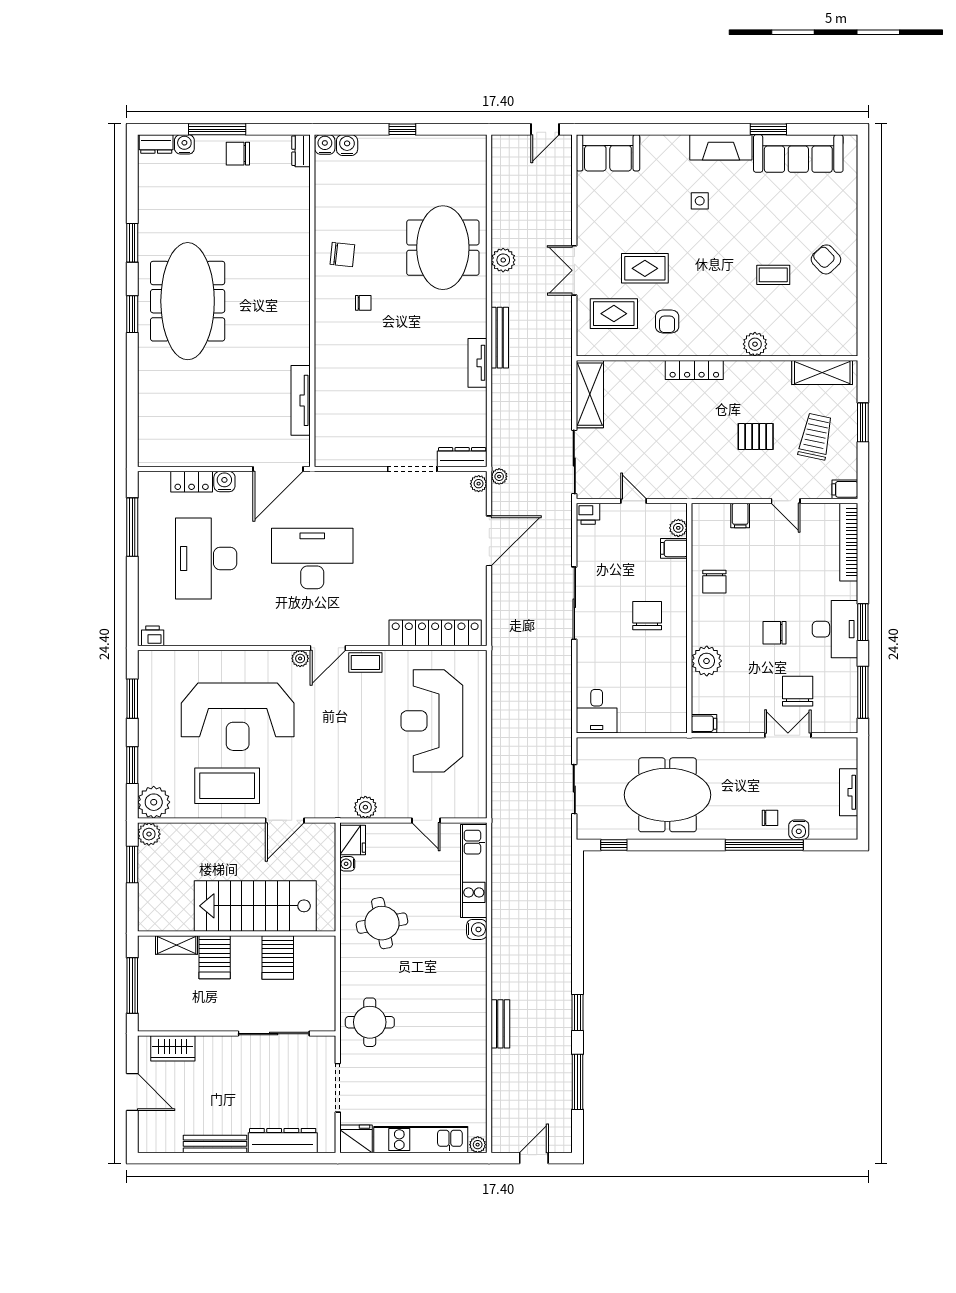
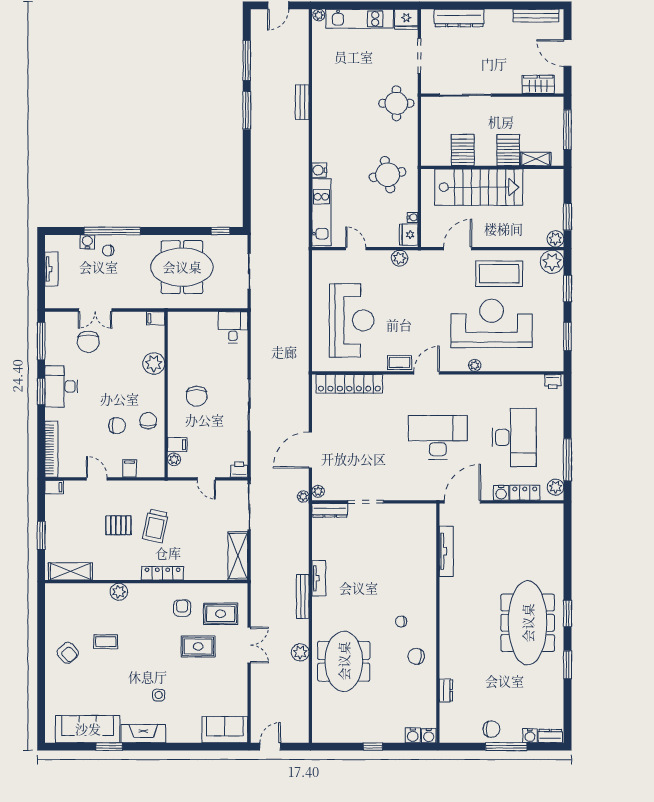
dresser: (301, 151) -> (446, 690), moved
trolley: (816, 437) -> (155, 526), moved
plant: (149, 490) -> (556, 487), added
desk: (312, 558) -> (438, 437), turned 180
chair: (775, 633) -> (117, 426), moved
plant: (300, 658) -> (475, 365), moved
window: (577, 1013) -> (247, 110), width x1.44
bench: (215, 1144) -> (536, 16), moved

